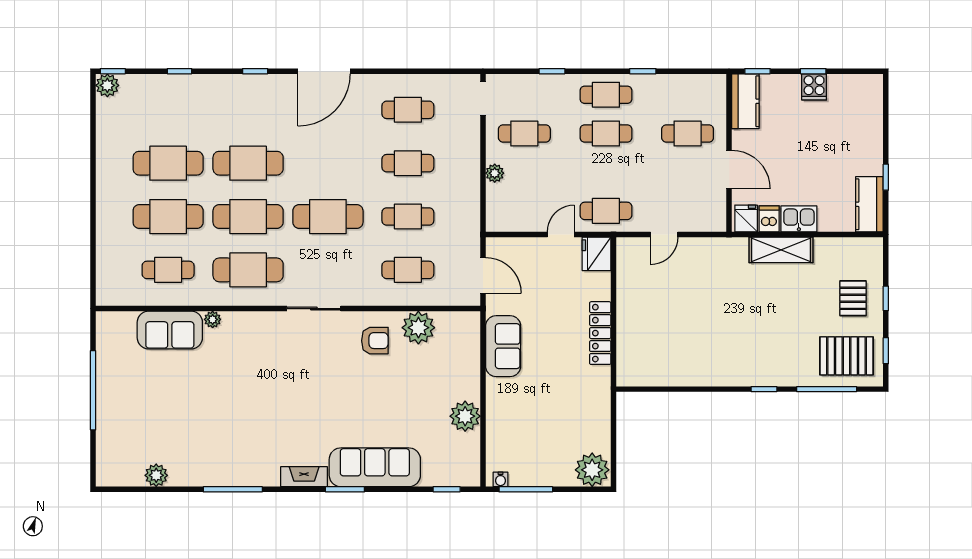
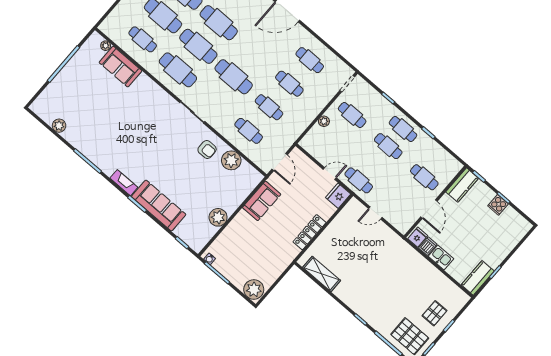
shelving: (781, 250) -> (322, 274), moved
plant: (213, 319) -> (106, 46), moved

